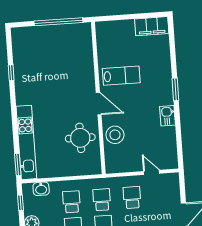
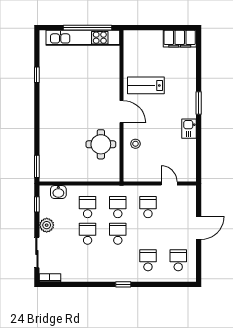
lab bench: (121, 76) -> (146, 85), turned 180
stool: (115, 135) -> (135, 144), width x0.53, depth x0.53
kitchen unit: (26, 142) -> (83, 38), moved, turned 90

